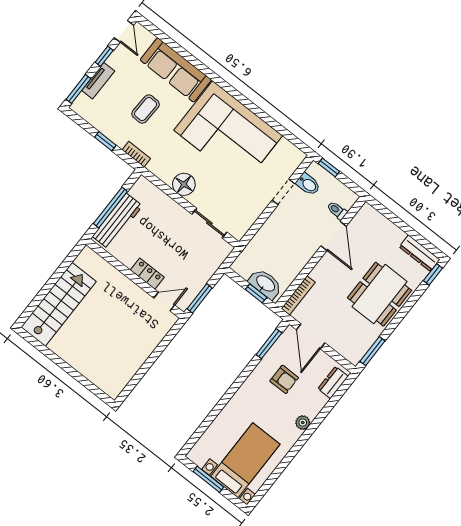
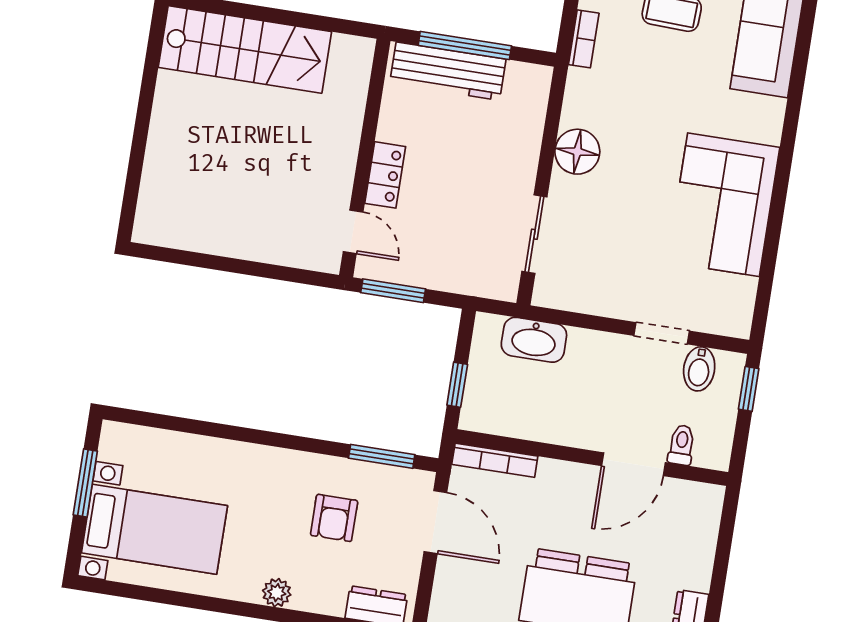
corner sofa: (228, 133) -> (723, 205), width x0.73, depth x0.74
washbasin: (265, 284) -> (534, 340), moved, turned 90
door: (311, 336) -> (435, 522), swing flipped

